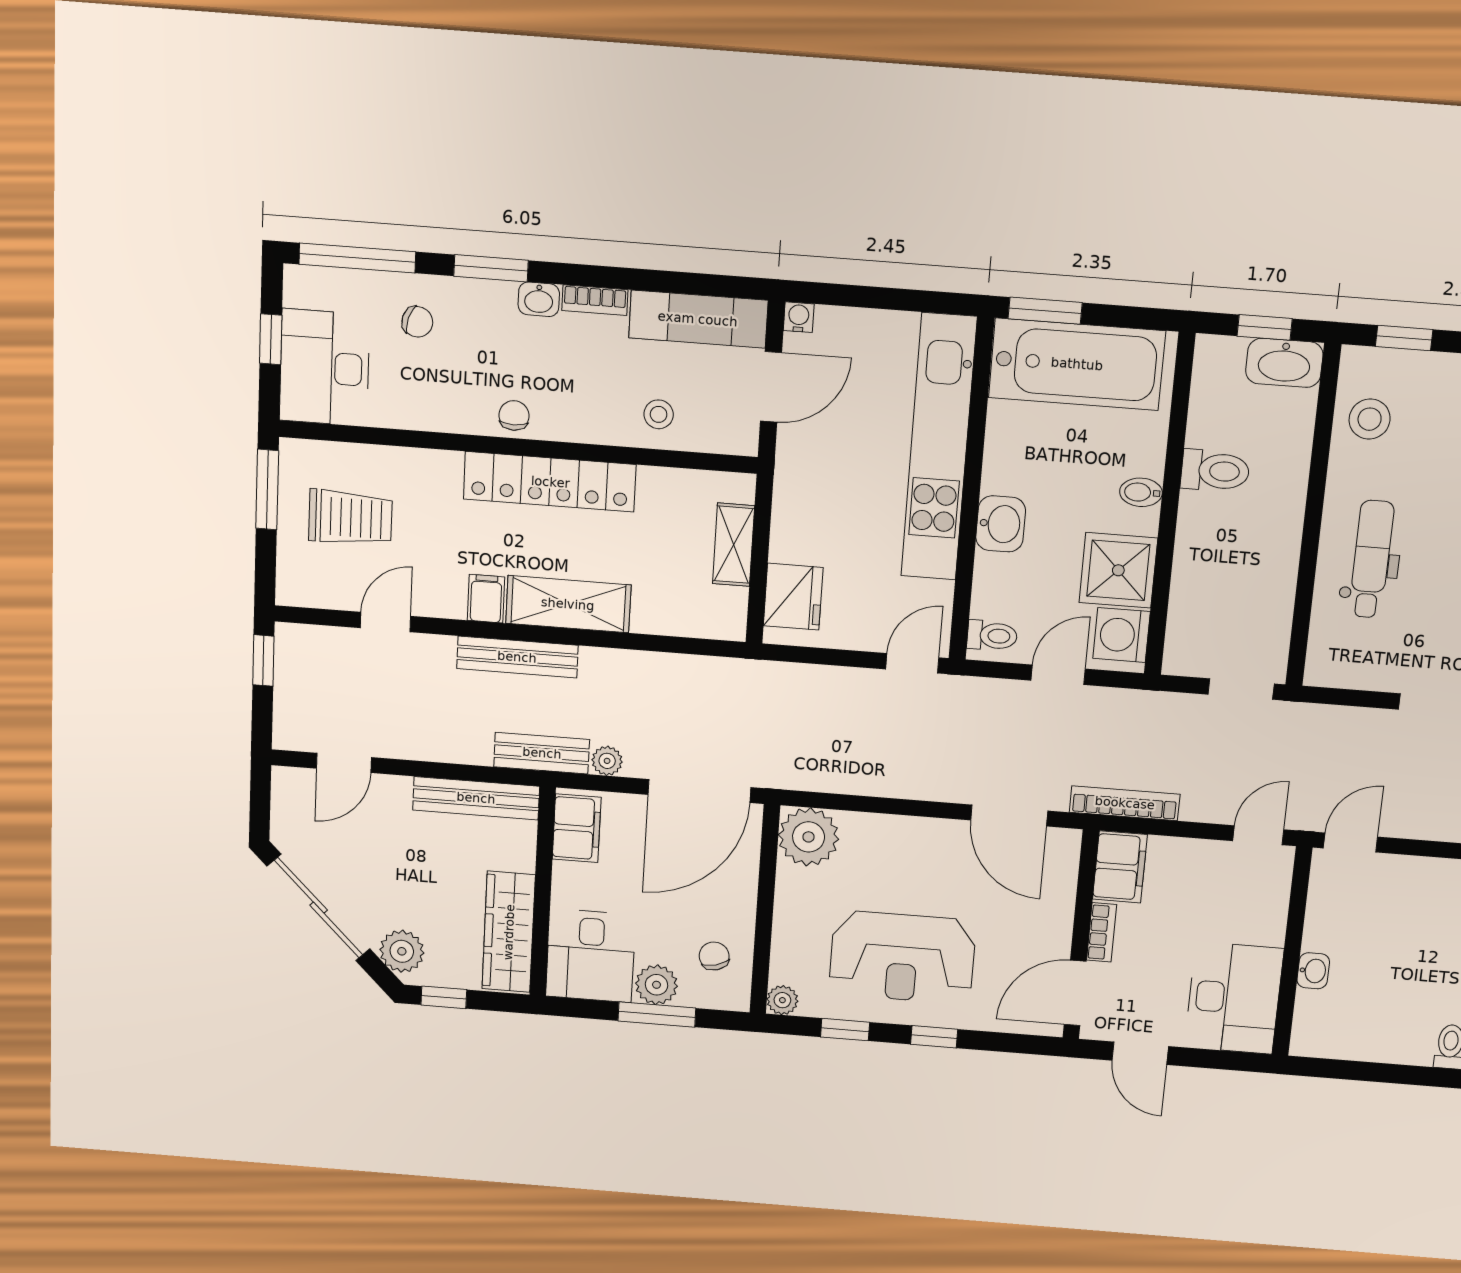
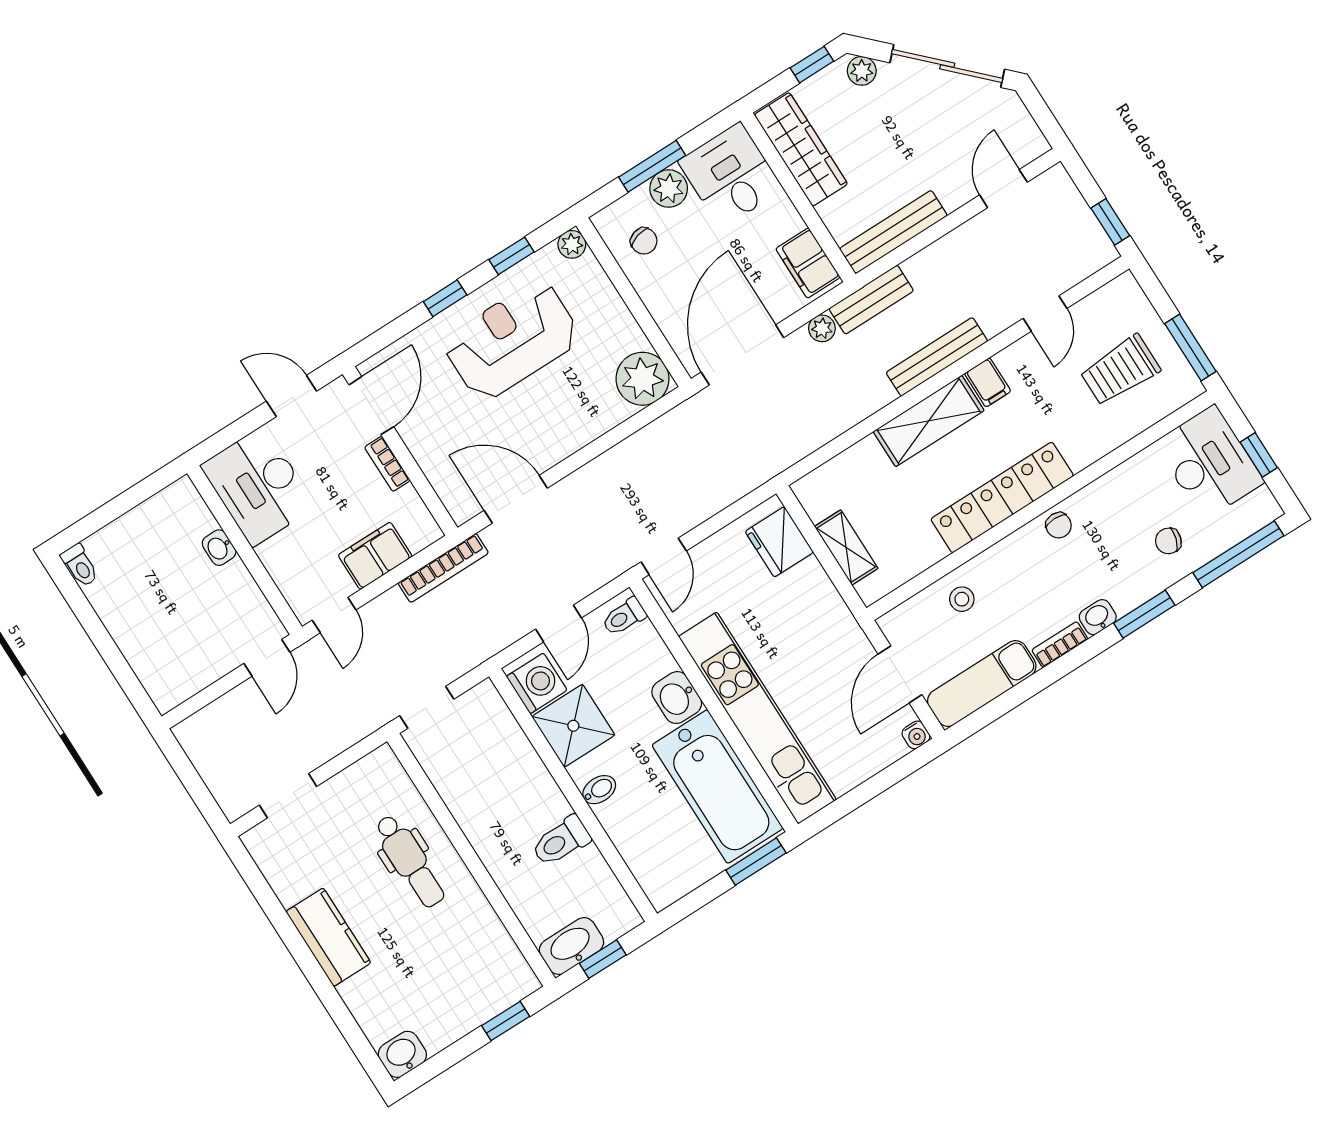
bathtub: (1077, 364) -> (718, 787), moved, turned -90
stool: (1370, 419) -> (486, 952), removed
filing cabinet: (1120, 867) -> (375, 556), moved, turned 90
plant: (402, 951) -> (862, 71), width x0.73, depth x0.73

